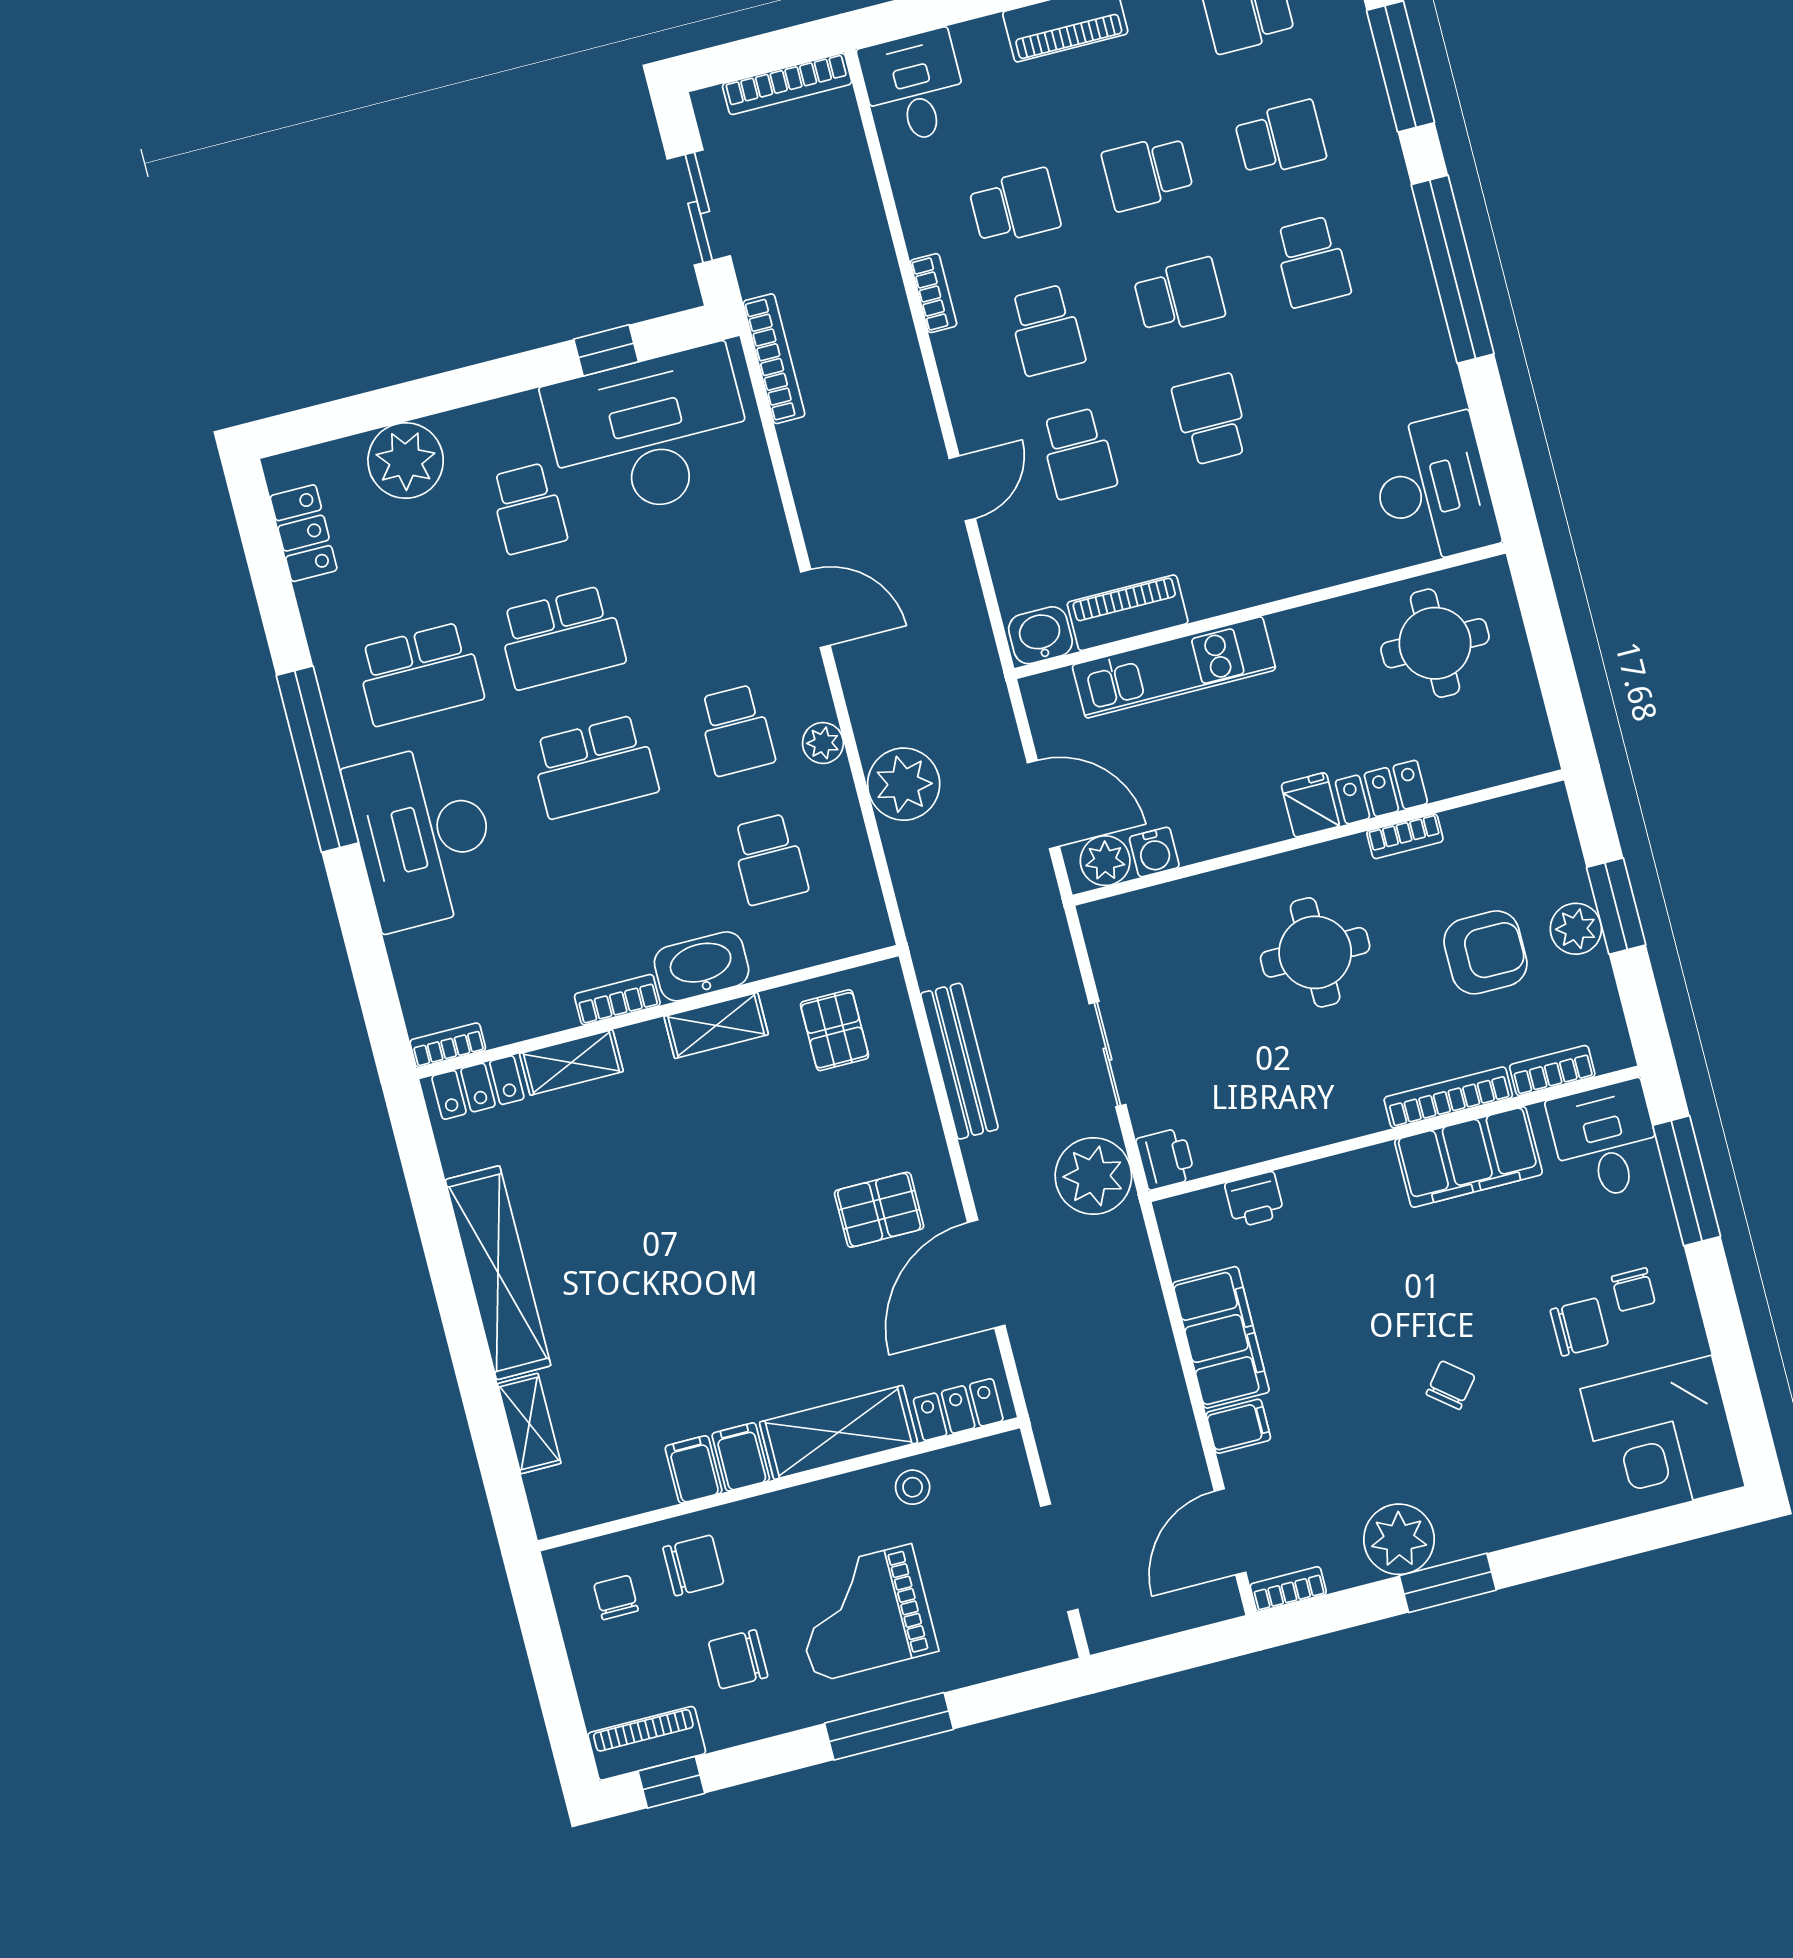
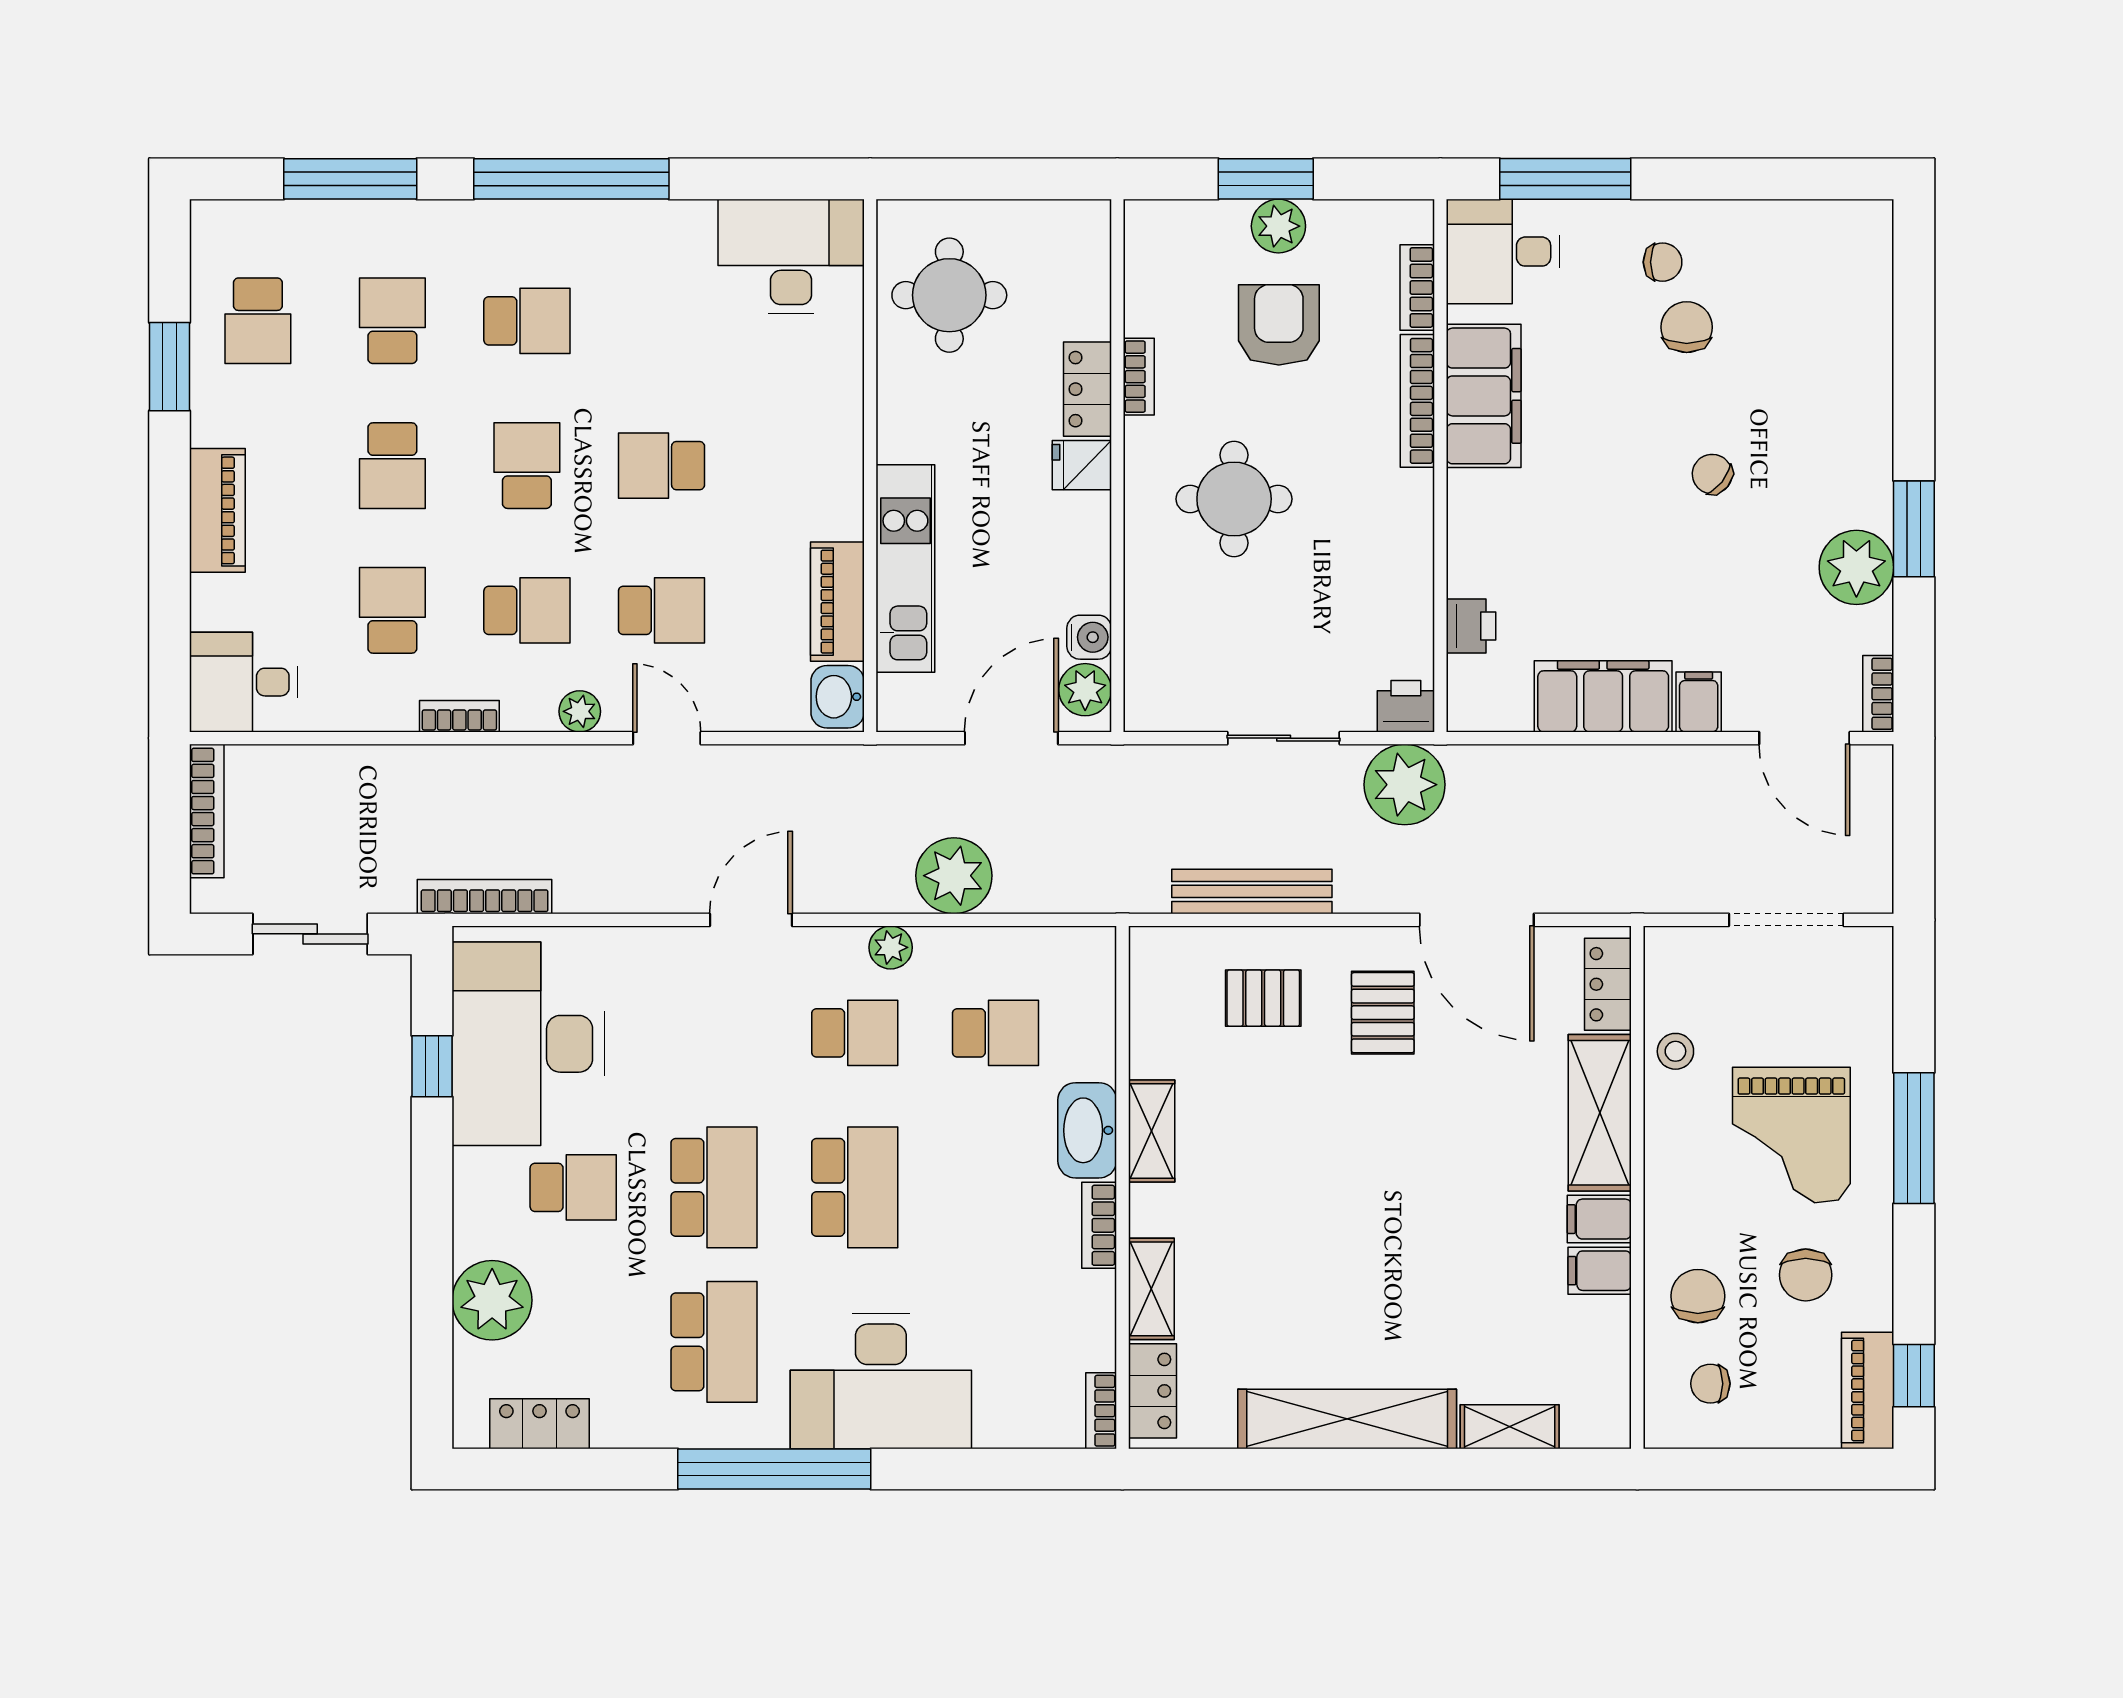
plant: (966, 402) -> (580, 711), added
pallet: (835, 1030) -> (1263, 998), moved
corner desk: (1663, 1438) -> (1822, 271), removed

